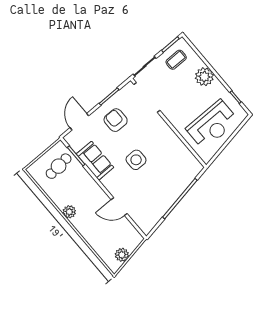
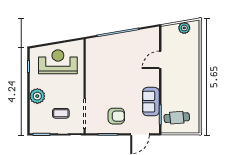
coffee table: (176, 60) -> (61, 113), moved
armchair: (116, 120) -> (116, 116), turned -90
side table: (136, 160) -> (125, 80), removed
door: (119, 207) -> (160, 60), swing flipped
plant: (69, 212) -> (194, 83), removed

